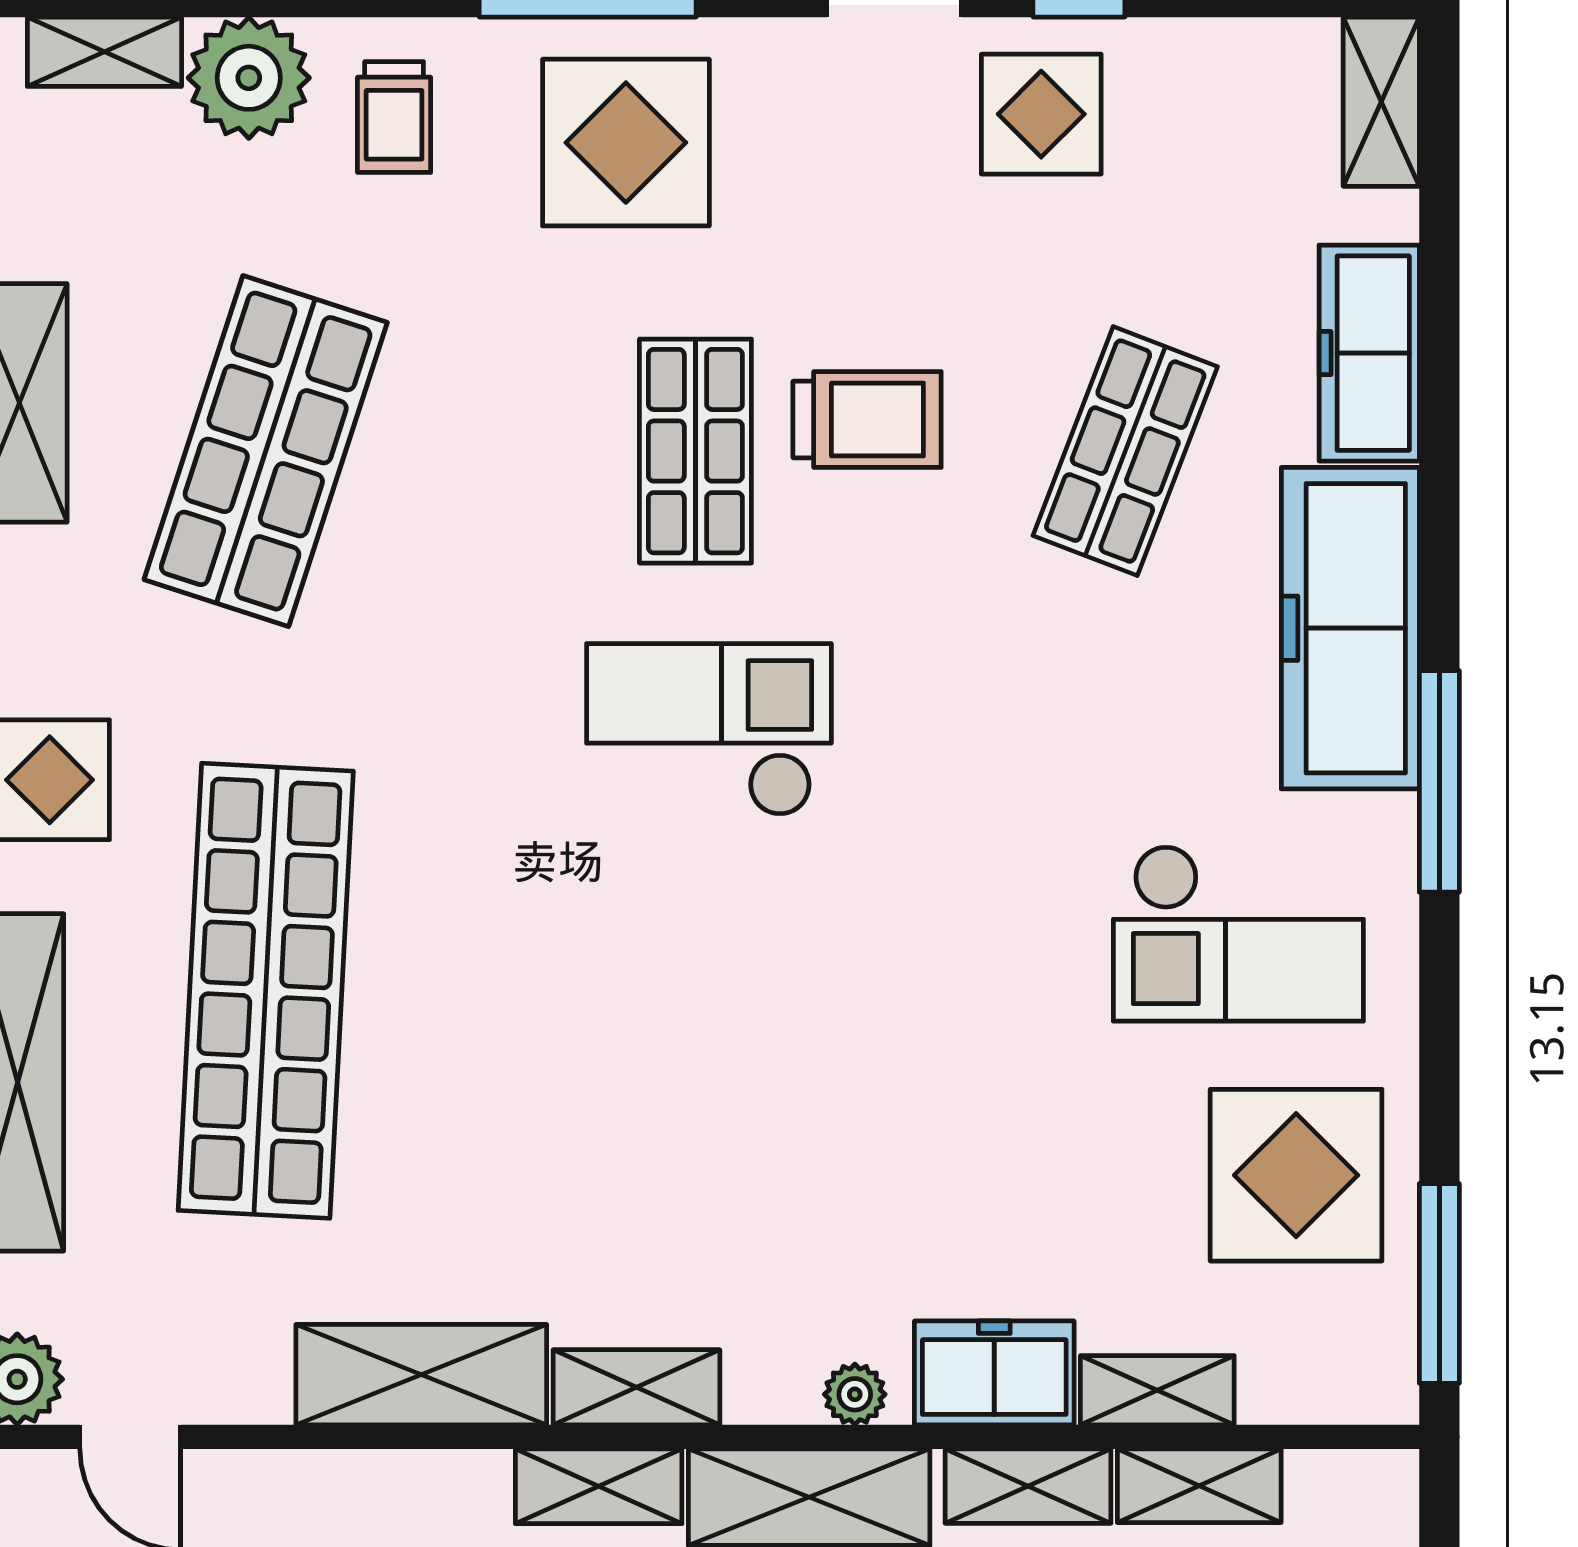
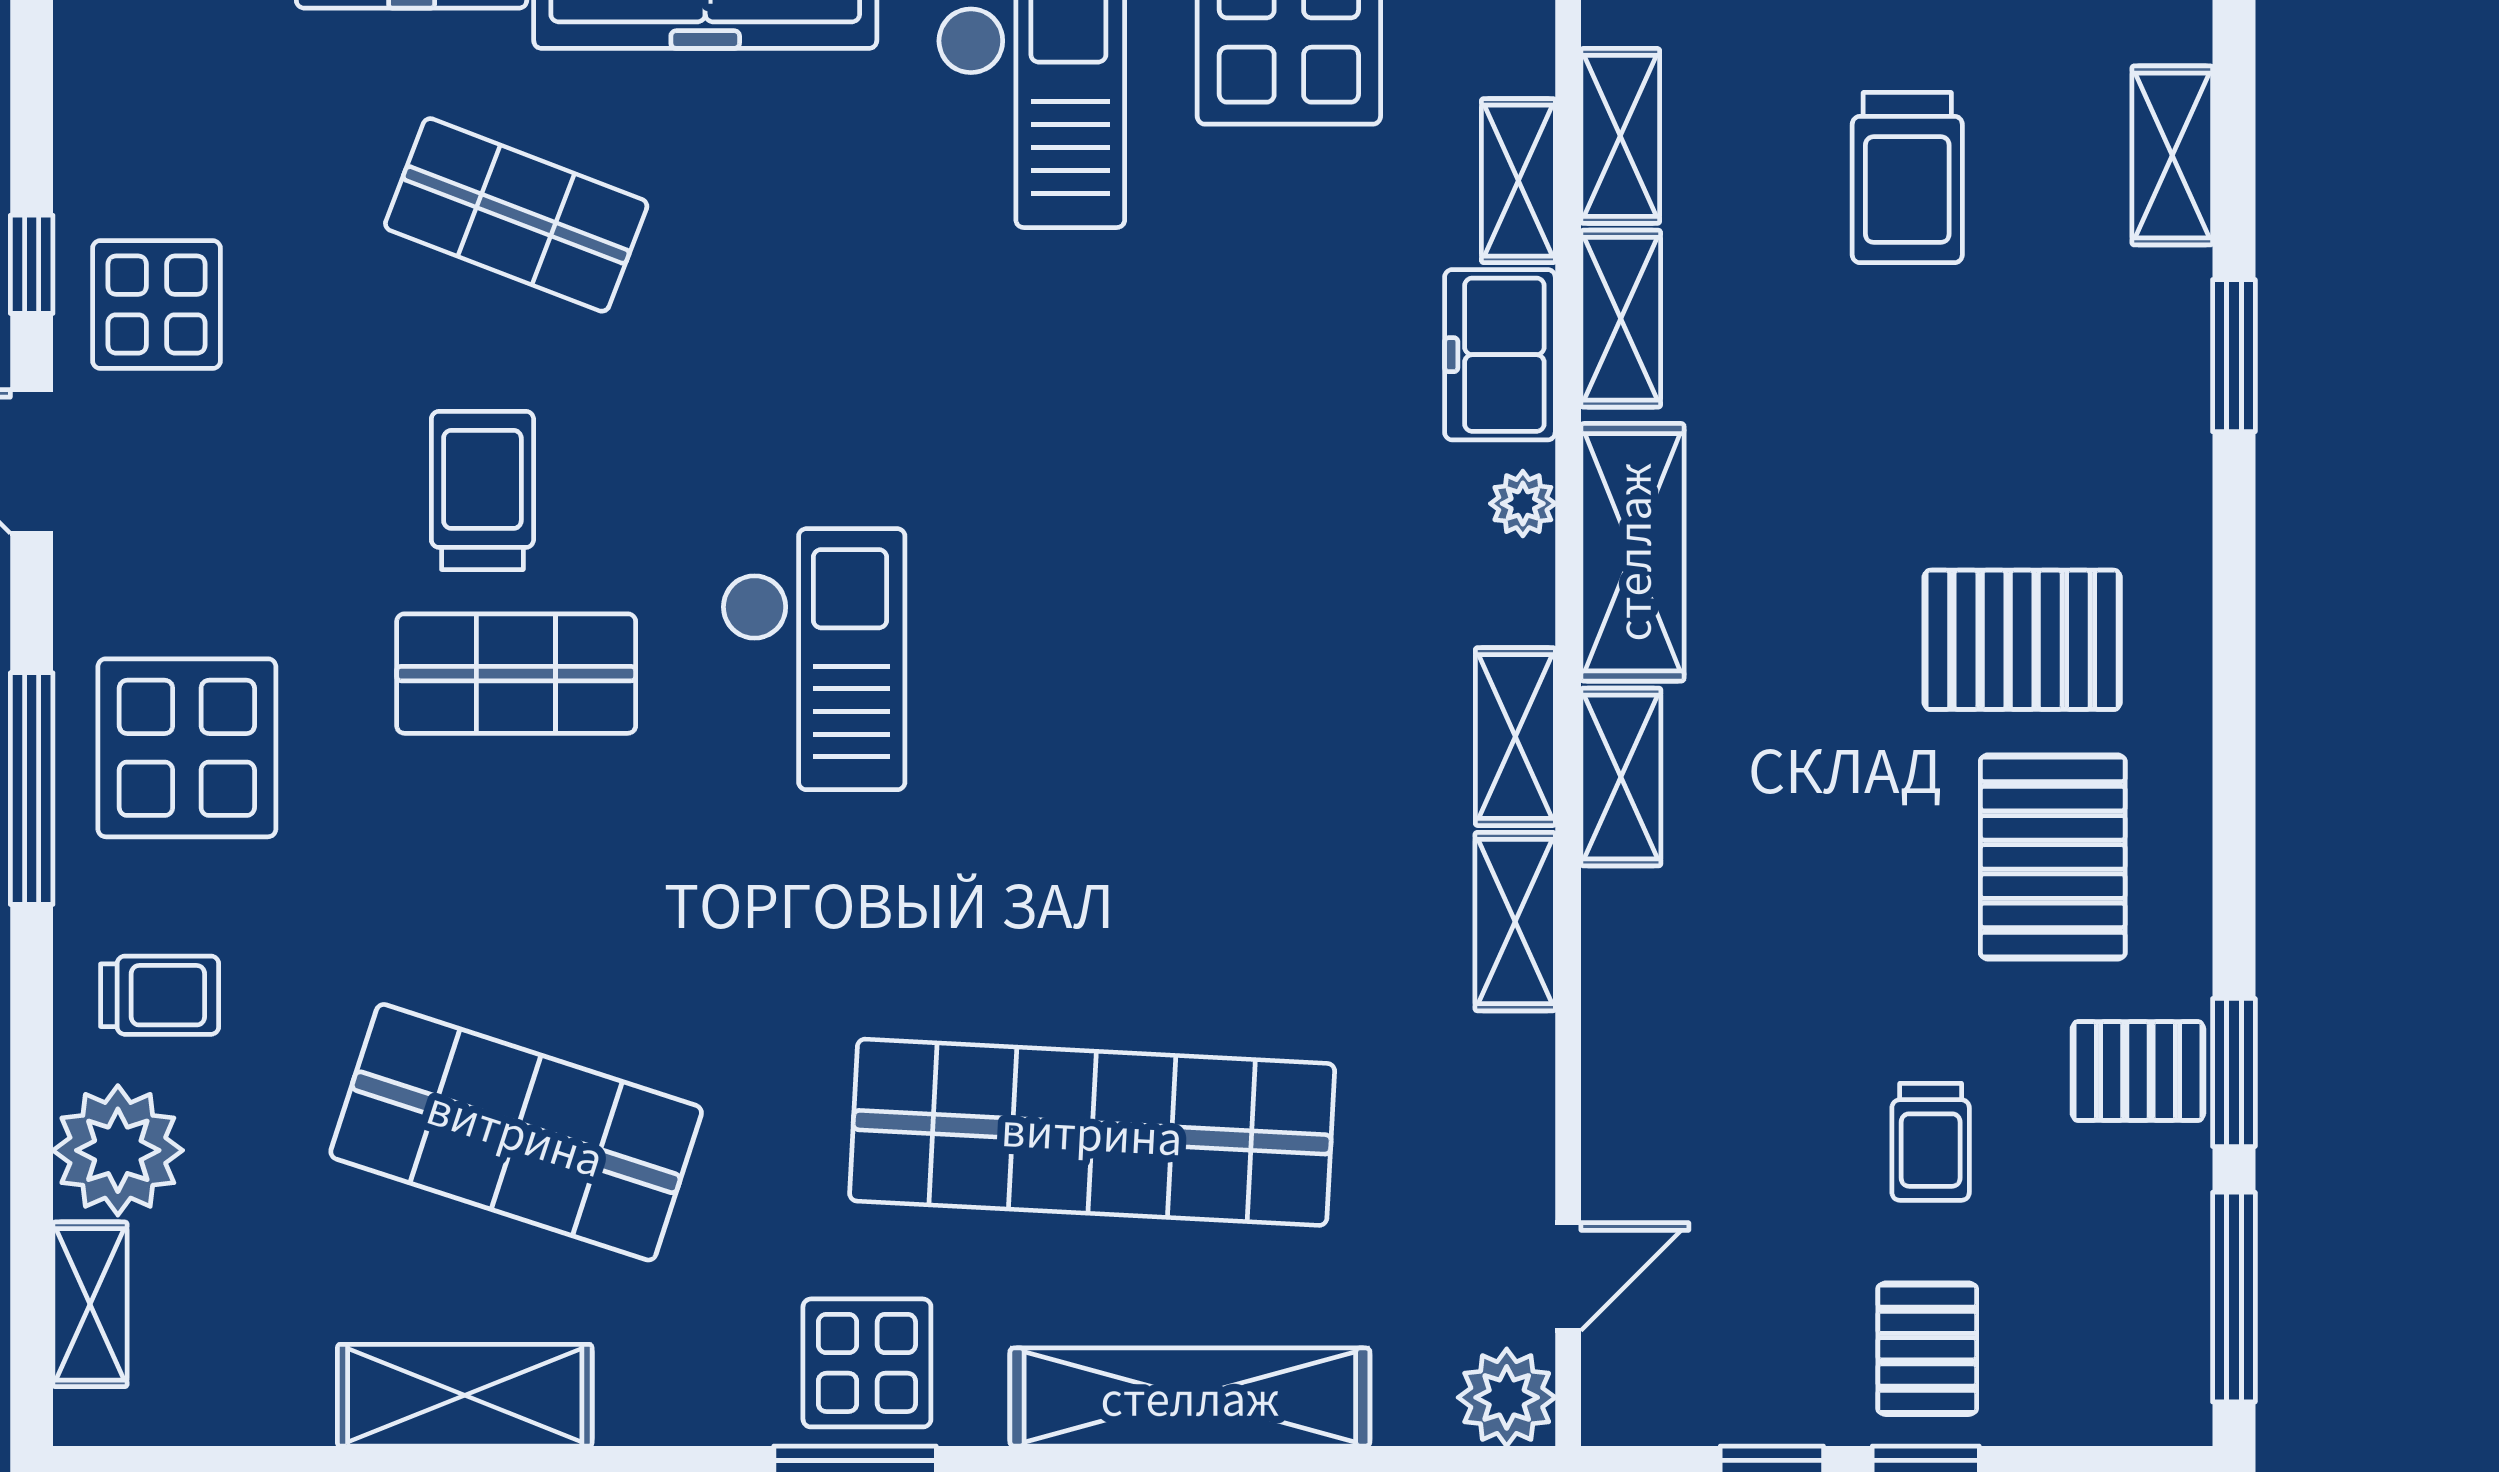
checkout: (709, 729) -> (813, 659), turned 180
shelving: (421, 1375) -> (1515, 922), width x0.67, depth x0.75

